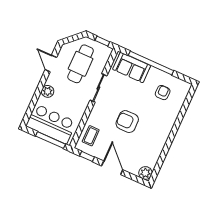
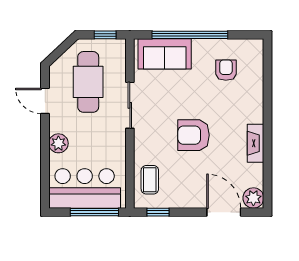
fireplace: (161, 142) -> (256, 143), added
door: (112, 168) -> (224, 212), moved

